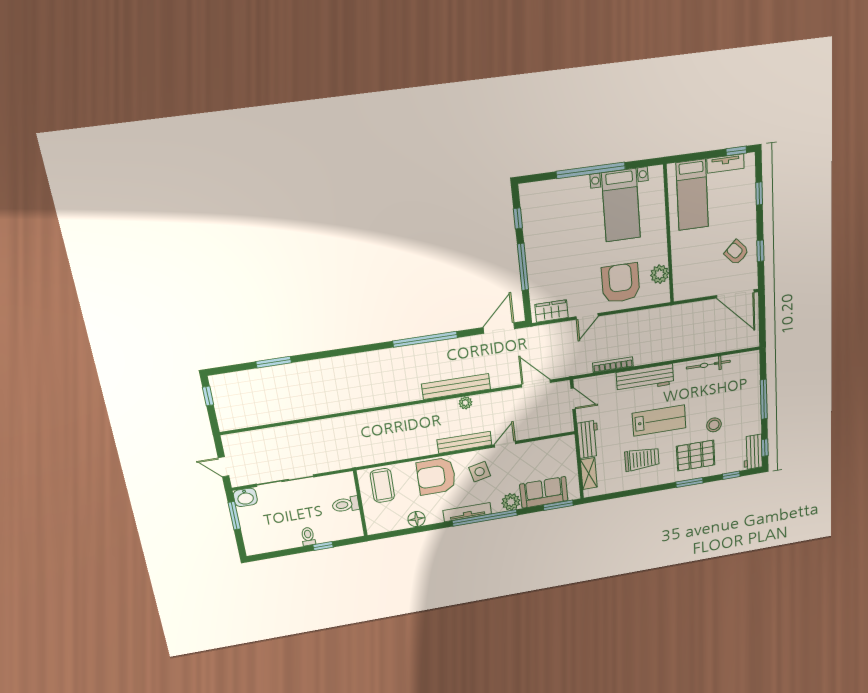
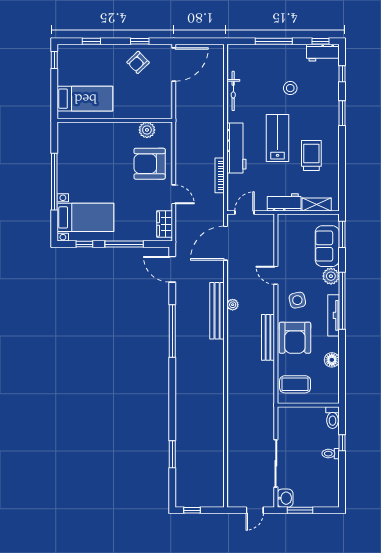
tv unit: (725, 163) -> (63, 69), removed
bed with nightstands: (621, 205) -> (85, 217), moved
door: (536, 384) -> (226, 243), width x1.36
bench: (464, 442) -> (268, 337), moved
pallet: (696, 456) -> (317, 106), removed
toilet: (346, 504) -> (333, 418), moved

